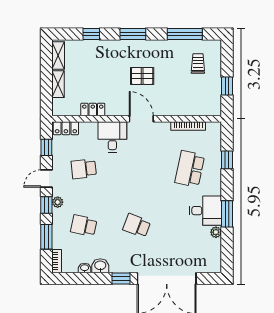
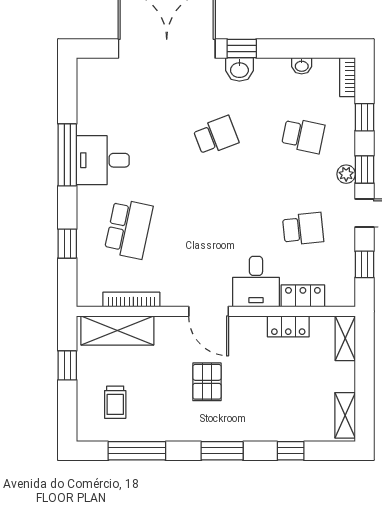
pallet: (142, 76) -> (207, 382), turned 90
shelving: (58, 84) -> (345, 338), moved
shelving: (197, 107) -> (117, 331), added
locker: (66, 128) -> (303, 296), moved
window: (227, 214) -> (67, 155), width x1.44
school desk: (137, 226) -> (216, 136), turned -42
plant: (216, 232) -> (86, 125), removed
window: (46, 237) -> (364, 117), width x0.67
washbasin: (100, 266) -> (239, 69), moved

